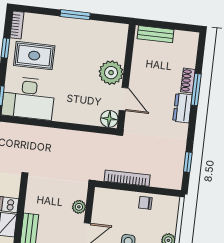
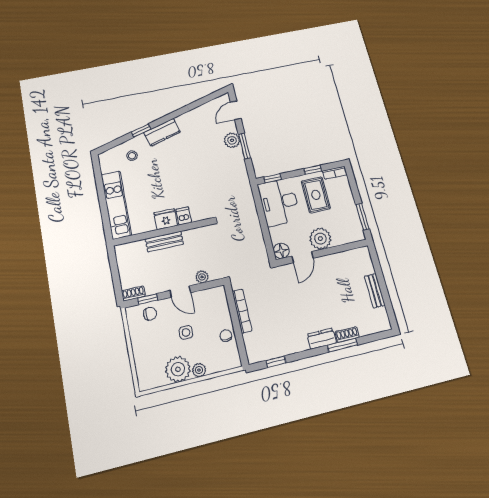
plant: (111, 73) -> (320, 239), moved
wall: (126, 77) -> (322, 253), moved
door: (124, 99) -> (302, 257), moved
floor lamp: (109, 119) -> (281, 251), moved

